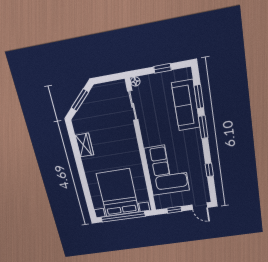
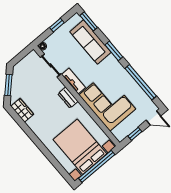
window: (199, 97) -> (89, 21), moved
tv unit: (146, 133) -> (73, 81), added
wardrobe: (84, 145) -> (22, 110), moved
dresser: (132, 145) -> (68, 98), added
window: (209, 170) -> (141, 82), width x3.17

